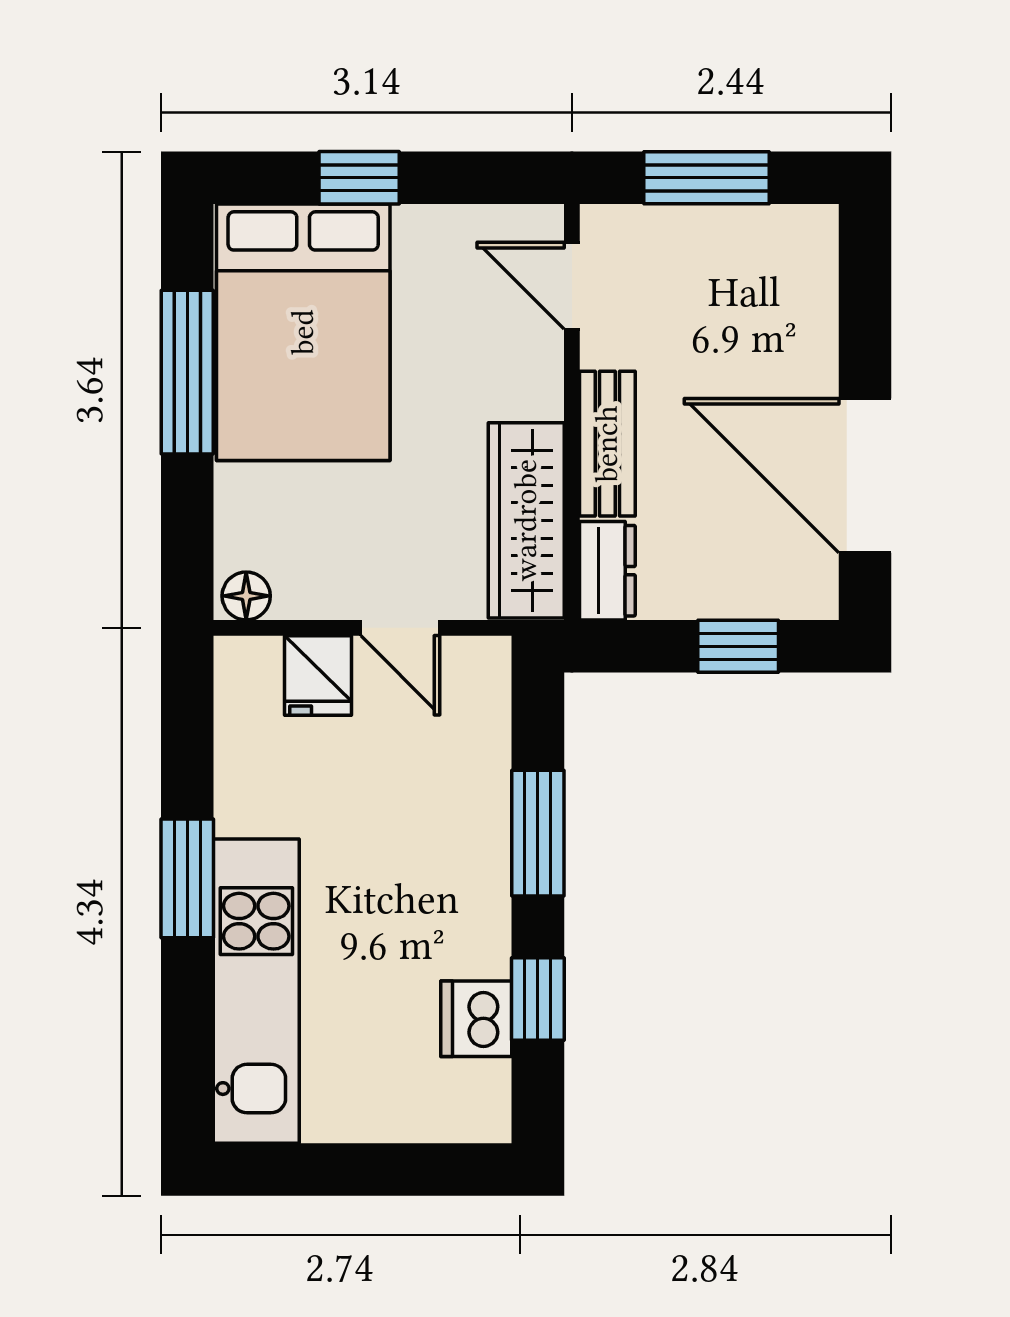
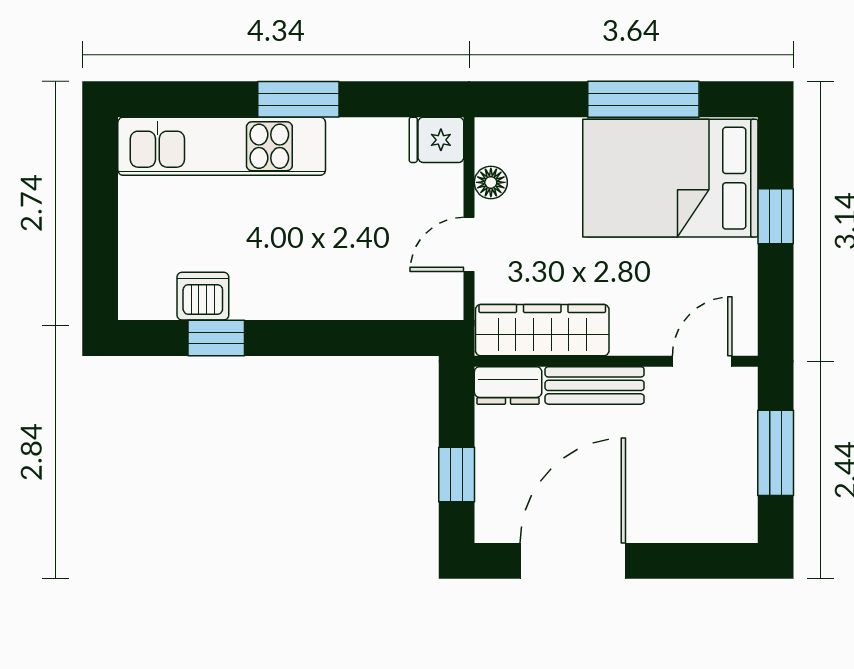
floor lamp: (246, 596) -> (491, 182), moved
fridge: (318, 676) -> (437, 140), moved
window: (538, 833) -> (329, 338), removed

